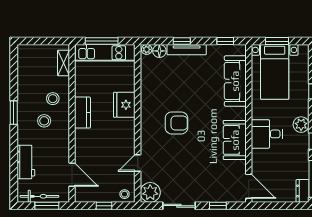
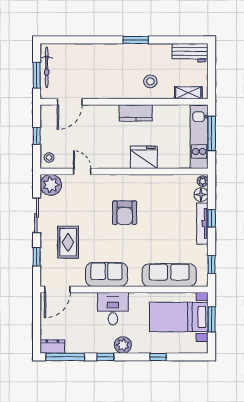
stool: (44, 121) -> (127, 72), removed
workbench: (26, 162) -> (190, 53), moved
rug: (204, 176) -> (68, 242), added

